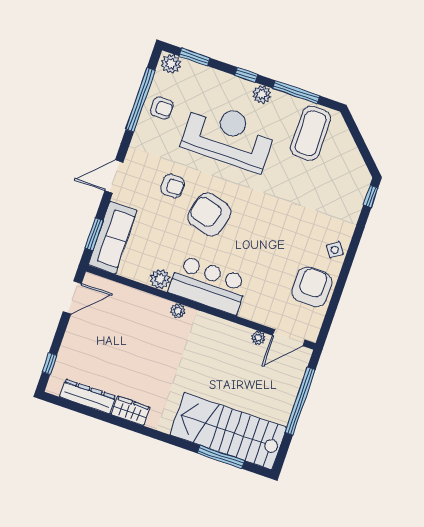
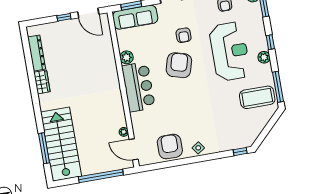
window: (296, 92) -> (278, 87), moved
armchair: (312, 287) -> (170, 147), turned -90
plant: (178, 311) -> (114, 78), removed
window: (50, 364) -> (64, 17), moved

